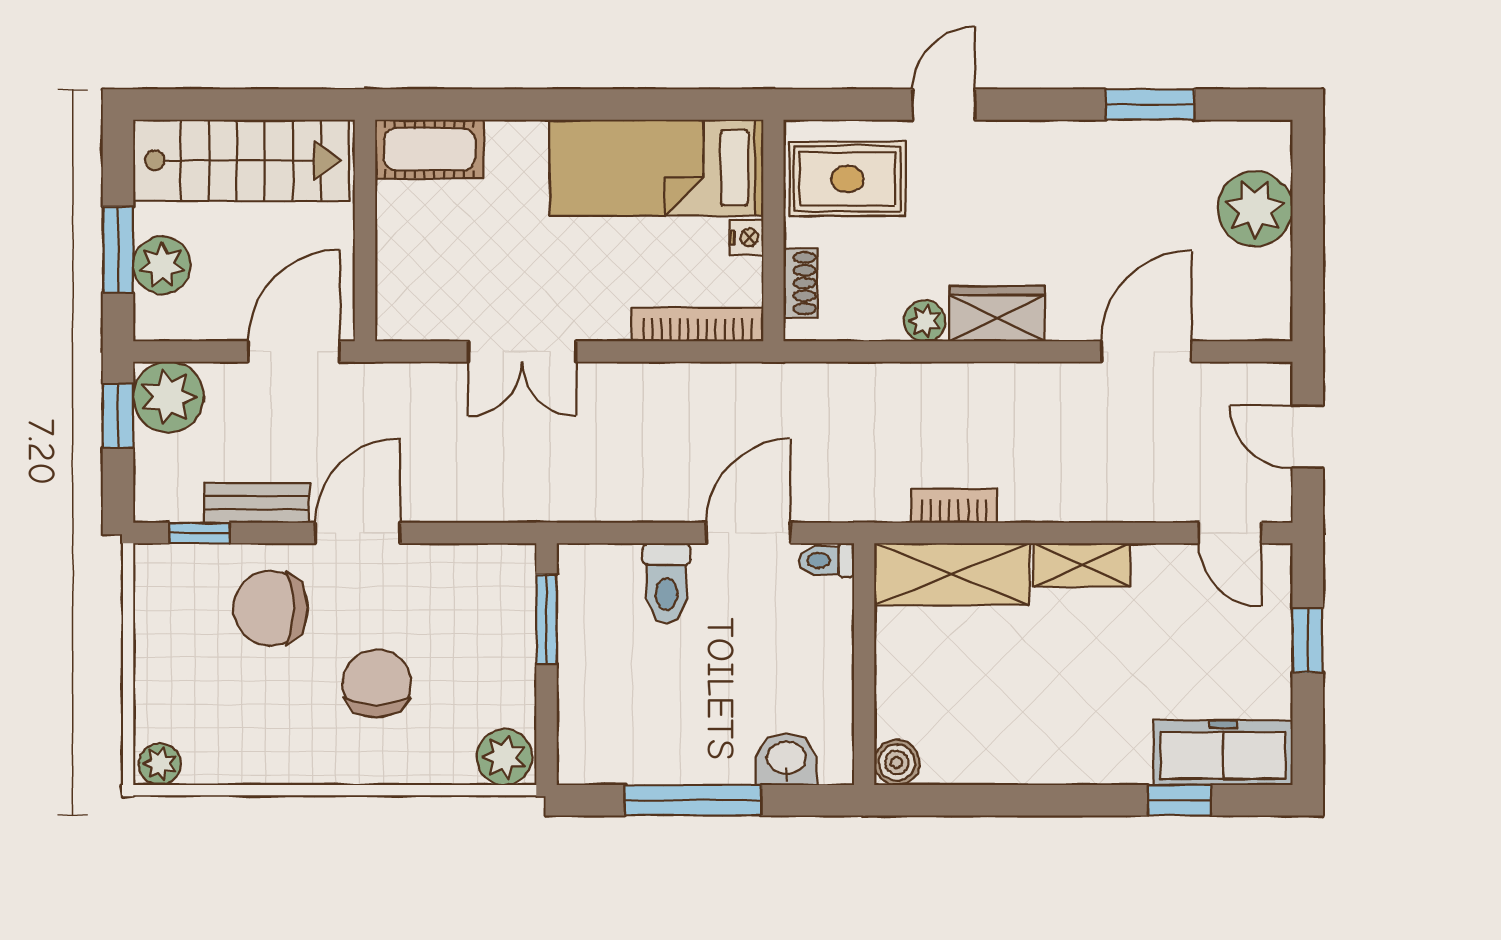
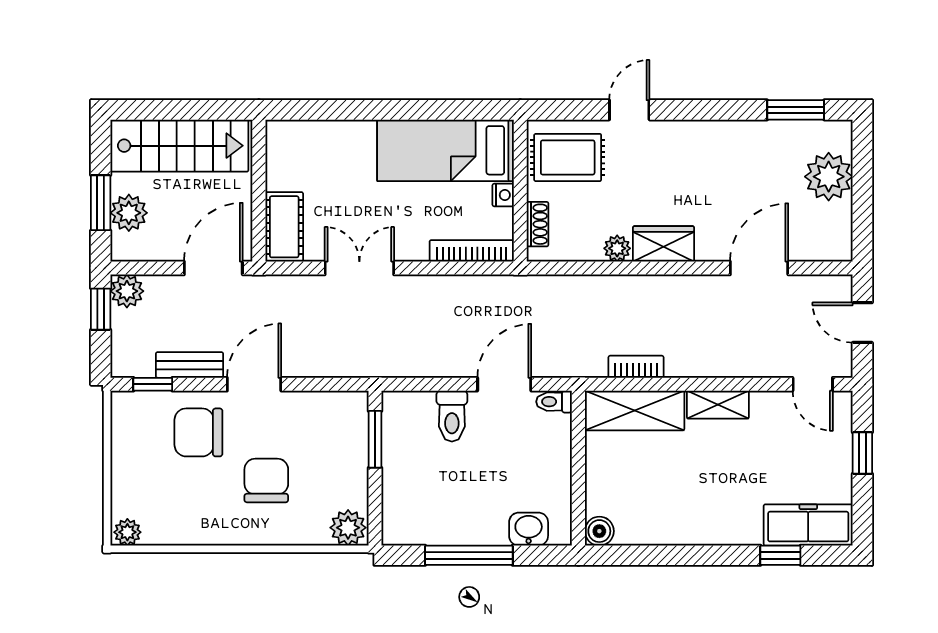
window: (1150, 105) -> (796, 110), moved
cot: (429, 149) -> (284, 227), moved, turned 90
double door: (522, 352) -> (359, 268), swing flipped
plant: (169, 397) -> (127, 291), width x0.73, depth x0.73

